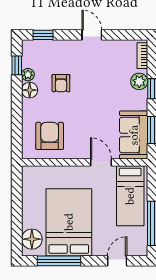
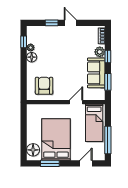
window: (43, 35) -> (52, 23), moved
armchair: (61, 83) -> (51, 53), removed
sofa: (134, 135) -> (96, 73), moved
door: (101, 162) -> (76, 102), hinge flipped
window: (59, 261) -> (50, 163), width x0.69

